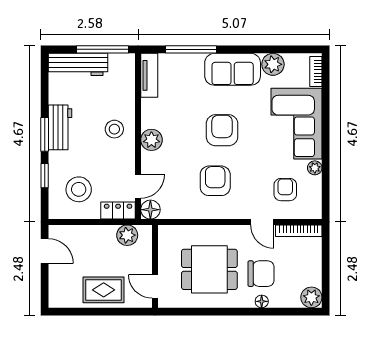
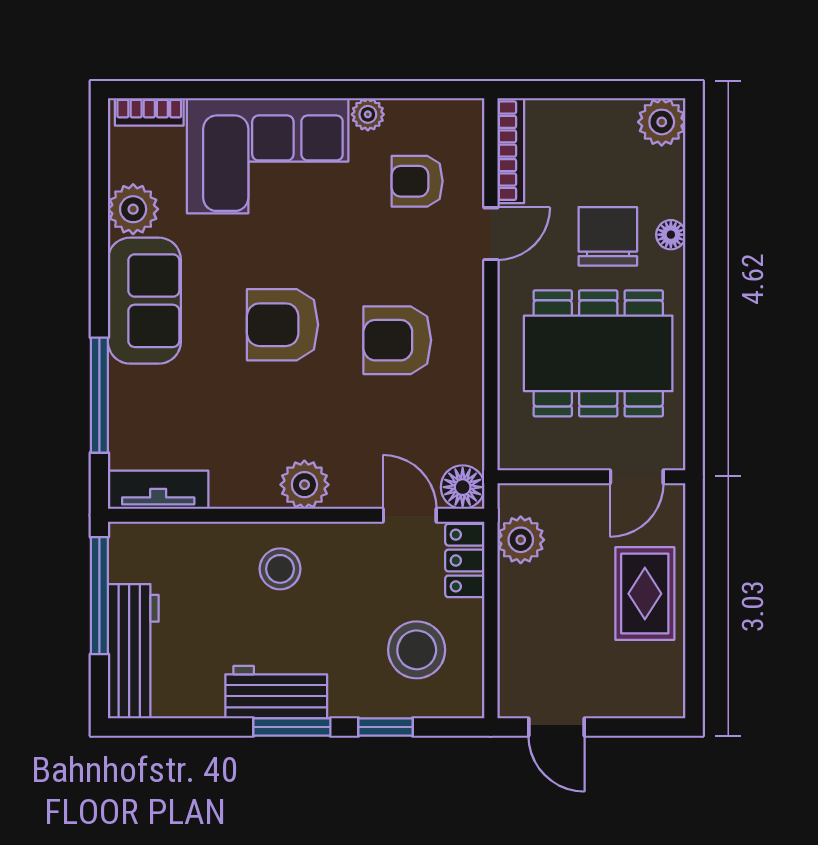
door: (45, 251) -> (556, 727), swing flipped
dining table: (209, 269) -> (598, 353), width x1.37

